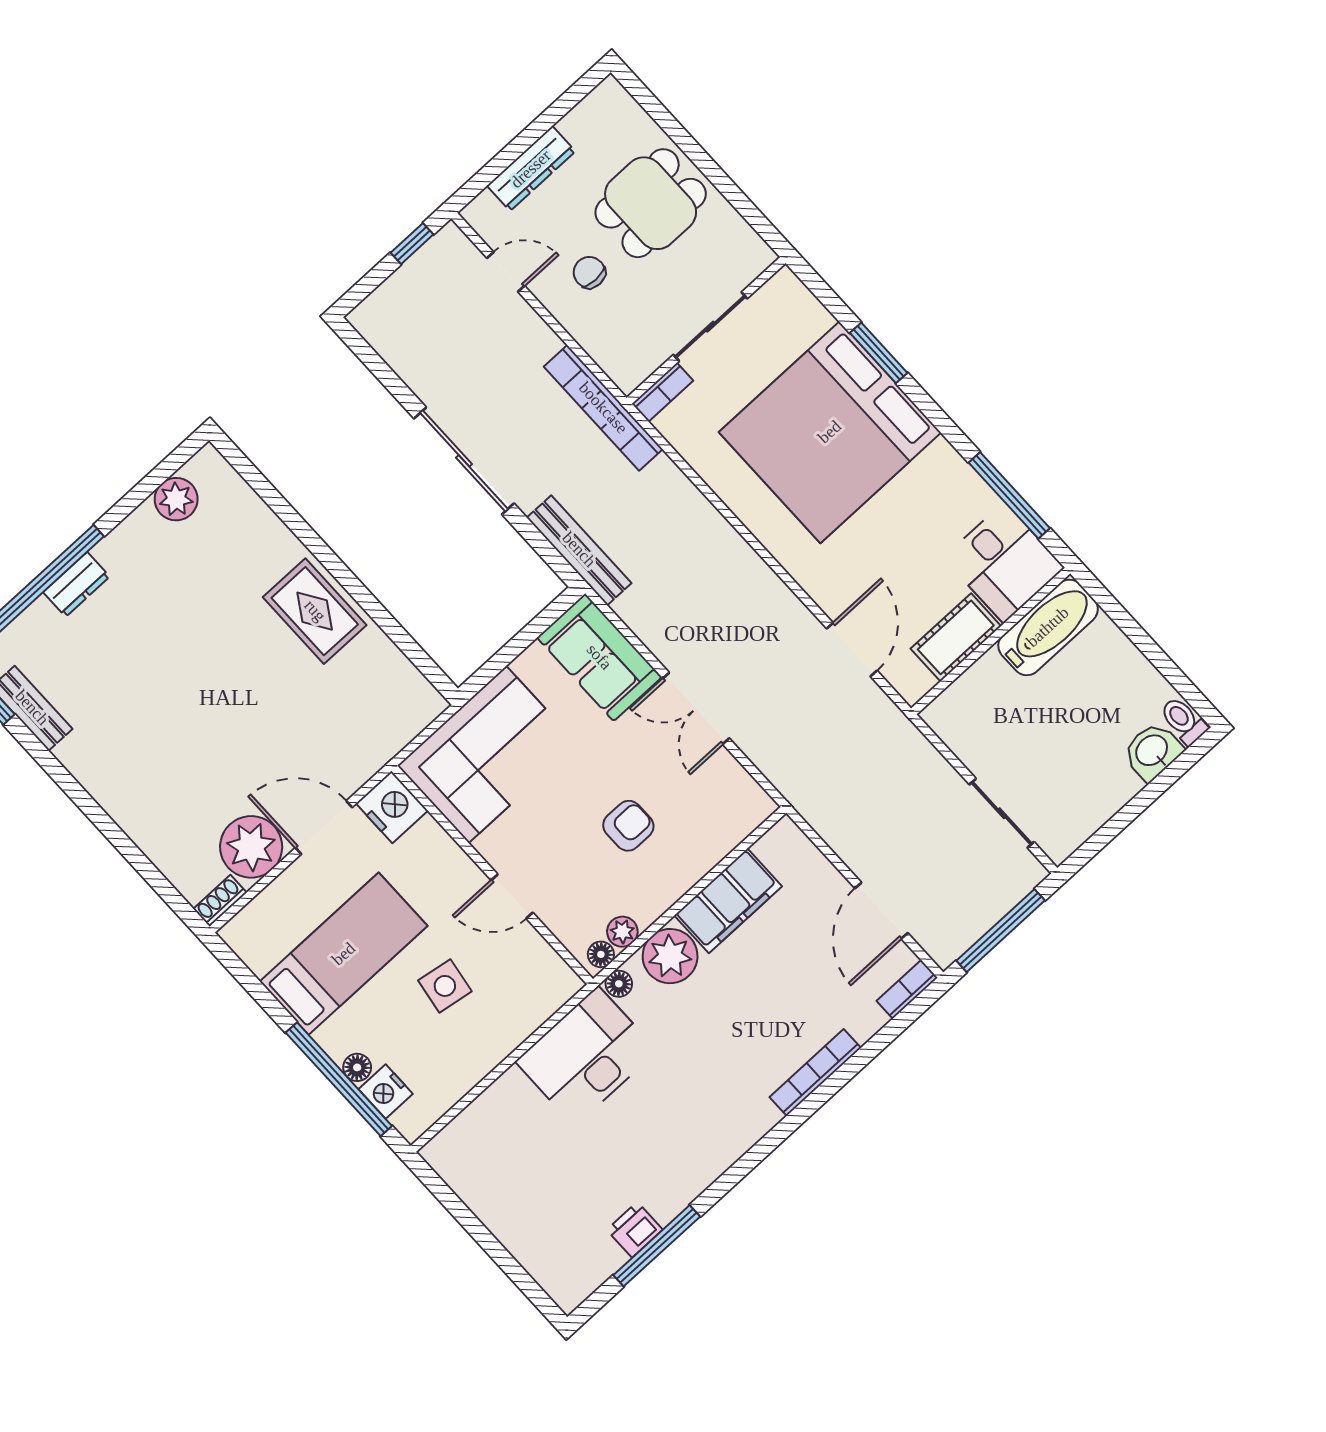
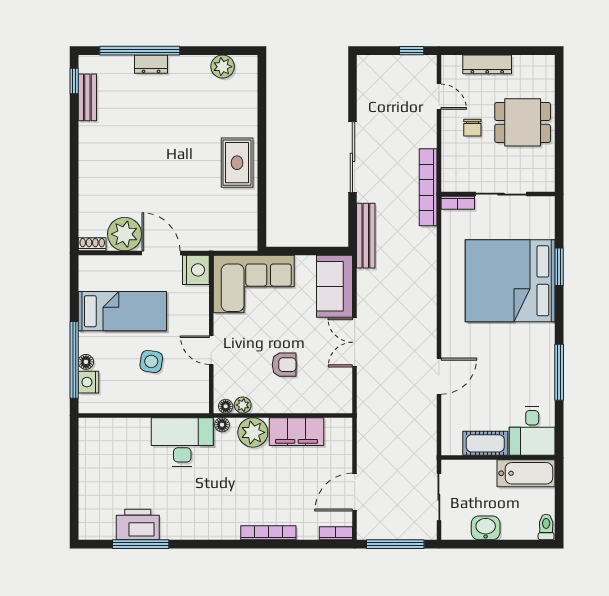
chair: (589, 272) -> (472, 128), turned 180
desk: (1004, 563) -> (532, 431), moved
bathtub: (1048, 627) -> (526, 473), moved
cot: (956, 637) -> (485, 443), moved
wall: (991, 641) -> (498, 458), moved
washbasin: (1152, 751) -> (486, 528), moved
printer: (635, 1230) -> (138, 524), width x1.87, depth x1.48

